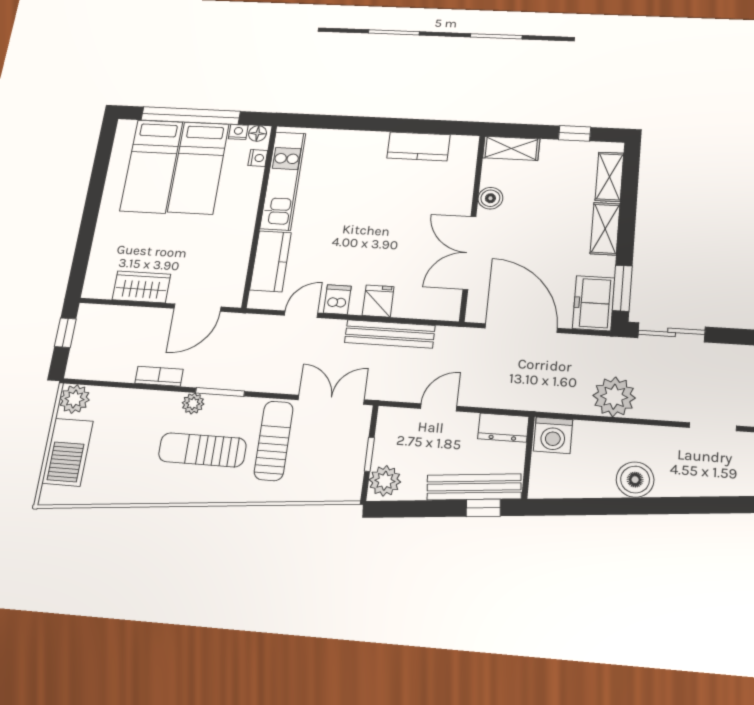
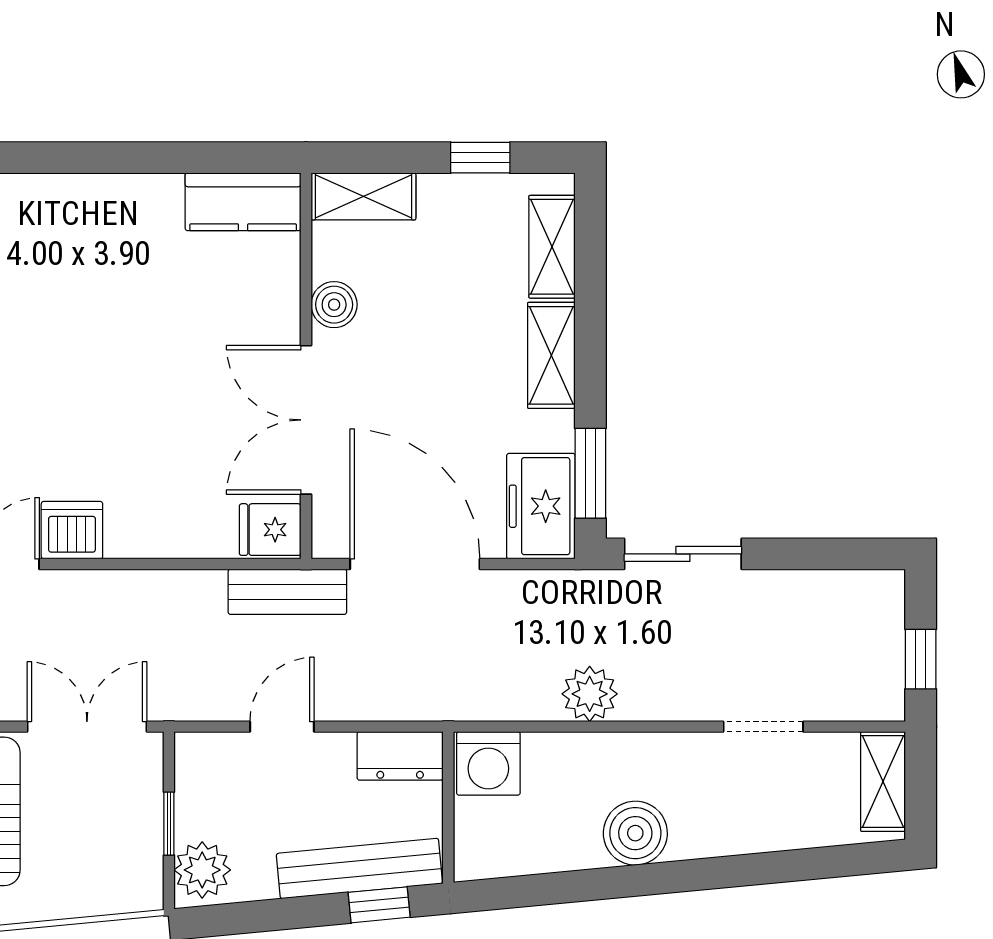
kitchen counter: (418, 146) -> (243, 202), moved
dishwasher: (337, 300) -> (72, 530), width x1.38
fridge: (378, 301) -> (270, 530), moved, turned -90
bench: (390, 334) -> (287, 592), moved, width x0.73
plant: (614, 397) -> (590, 694), width x0.73, depth x0.73

